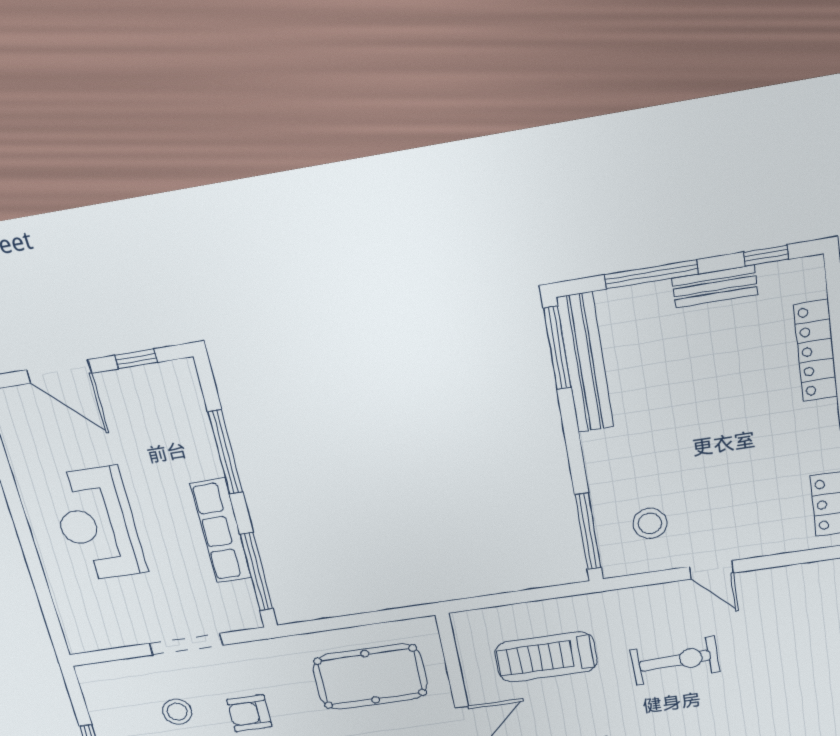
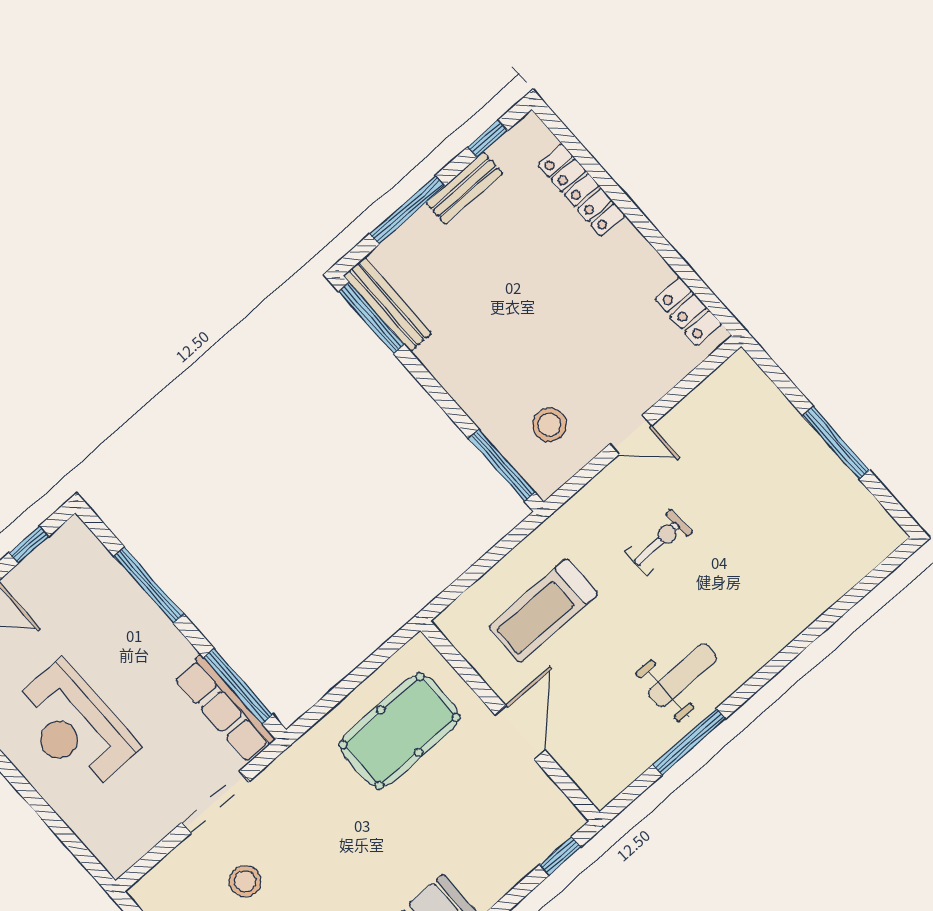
bench: (585, 363) -> (387, 304), width x0.73, depth x0.82
row of seats: (221, 531) -> (225, 709), moved
exercise bike: (675, 661) -> (659, 542), width x0.73, depth x0.72
armchair: (249, 713) -> (312, 841), removed

